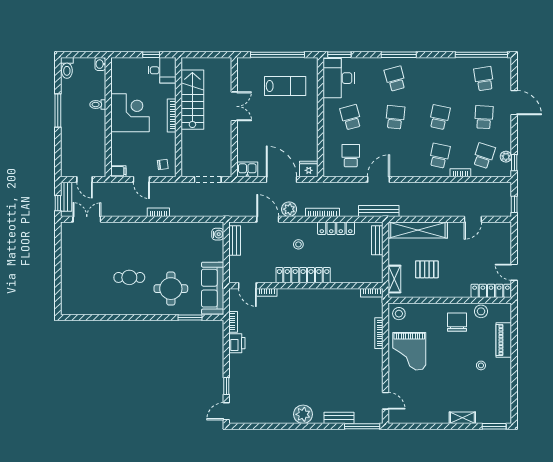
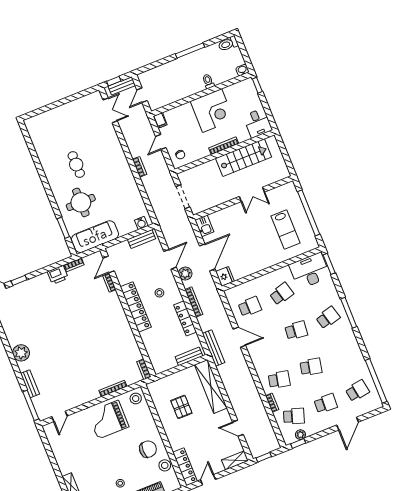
window: (151, 55) -> (257, 85), moved
shelving: (394, 279) -> (235, 460), moved

